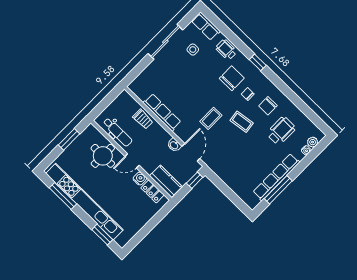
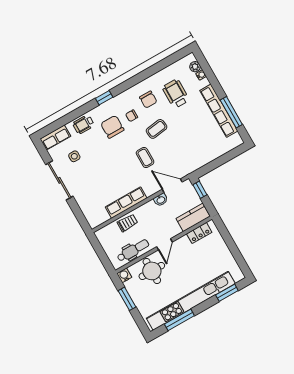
water cooler: (140, 179) -> (124, 275), moved

